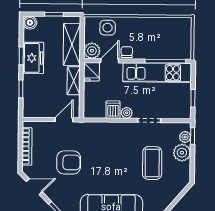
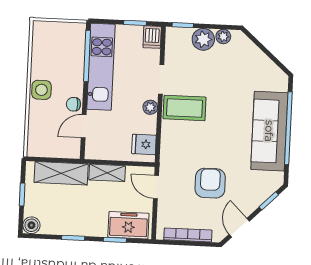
side table: (108, 28) -> (41, 90), moved
plant: (92, 51) -> (70, 148), removed
freezer: (33, 58) -> (128, 225), moved
door: (110, 61) -> (84, 126), hinge flipped
fridge: (91, 72) -> (144, 144), moved, turned 180
dishwasher: (113, 110) -> (152, 37), moved, turned -90
plant: (185, 137) -> (223, 37), moved
coffee table: (152, 163) -> (185, 108), moved

